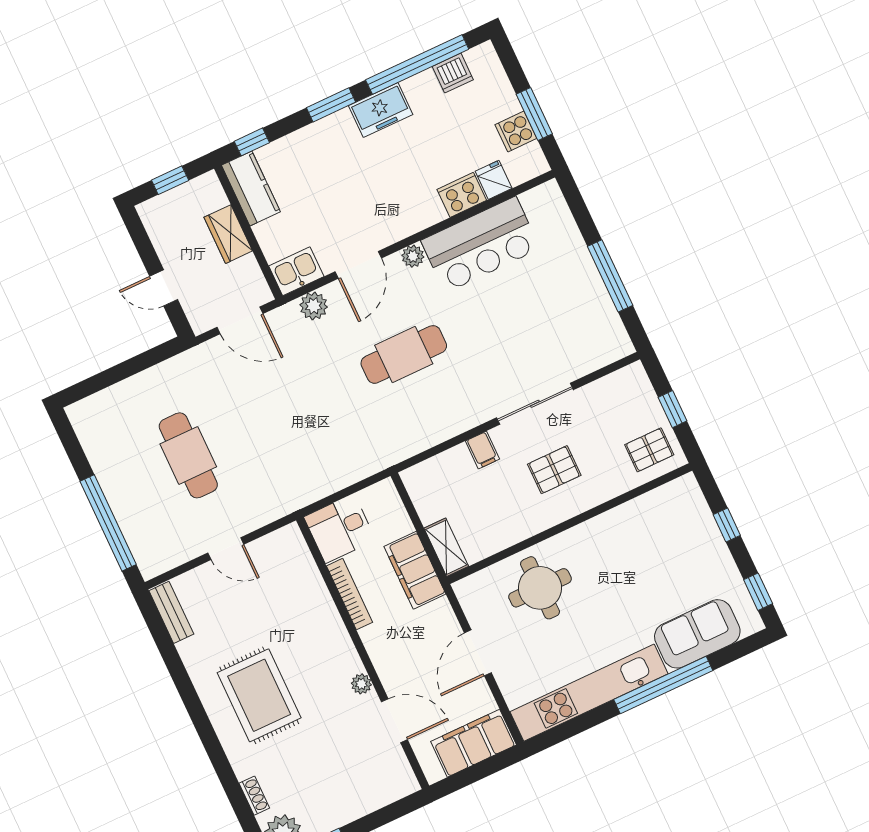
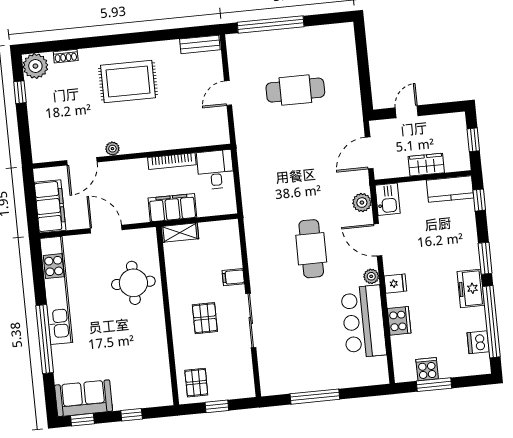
fridge: (494, 180) -> (395, 283), moved
sofa: (697, 634) -> (84, 398), moved, turned -90

